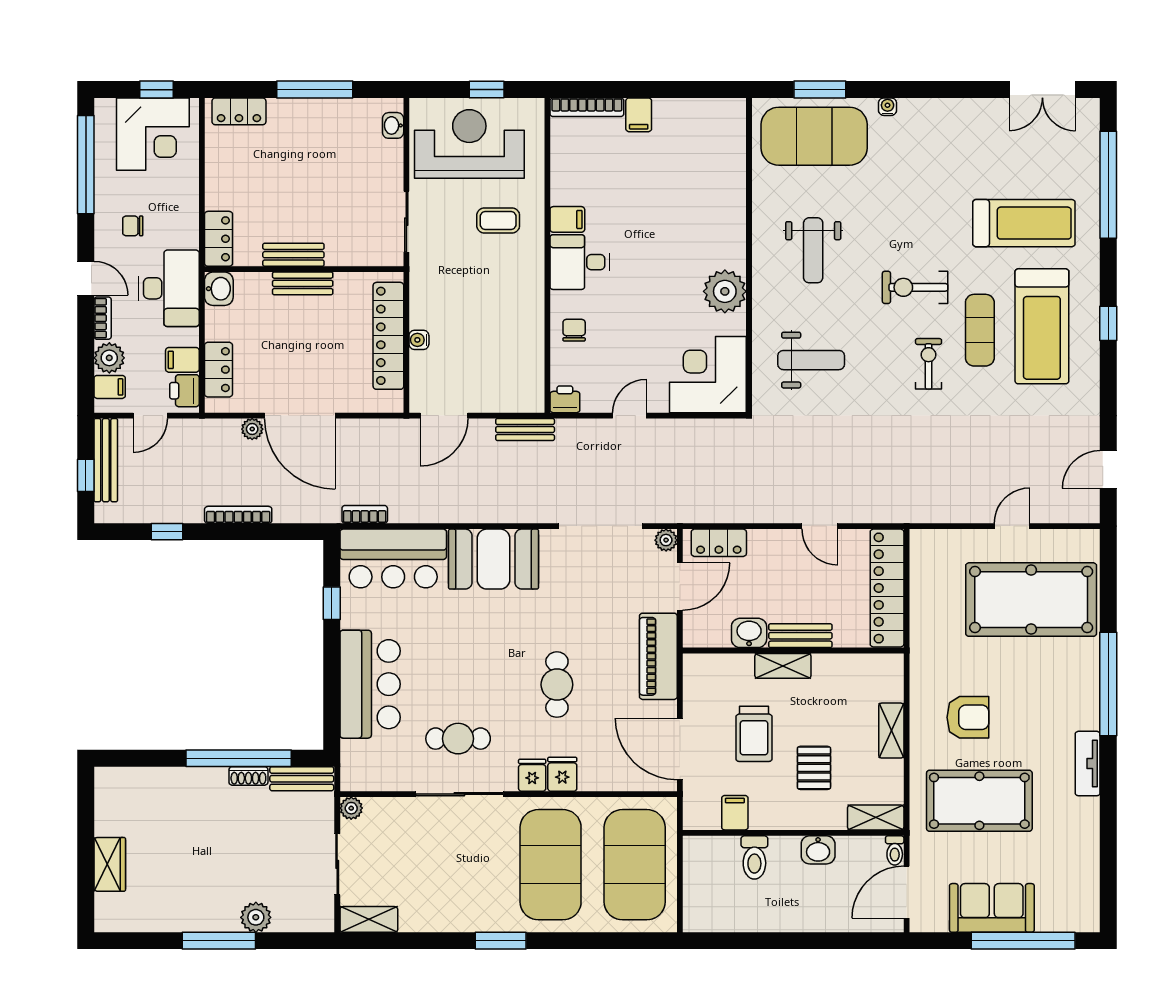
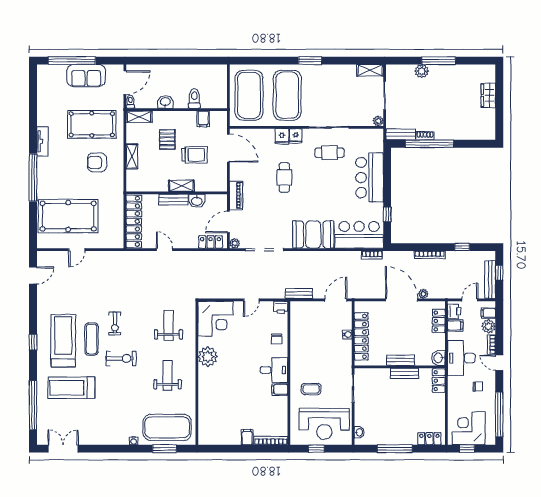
weight bench: (811, 360) -> (168, 325), turned 90
piano: (658, 656) -> (236, 196), width x0.73, depth x0.75
trolley: (754, 734) -> (195, 155), turned 90

